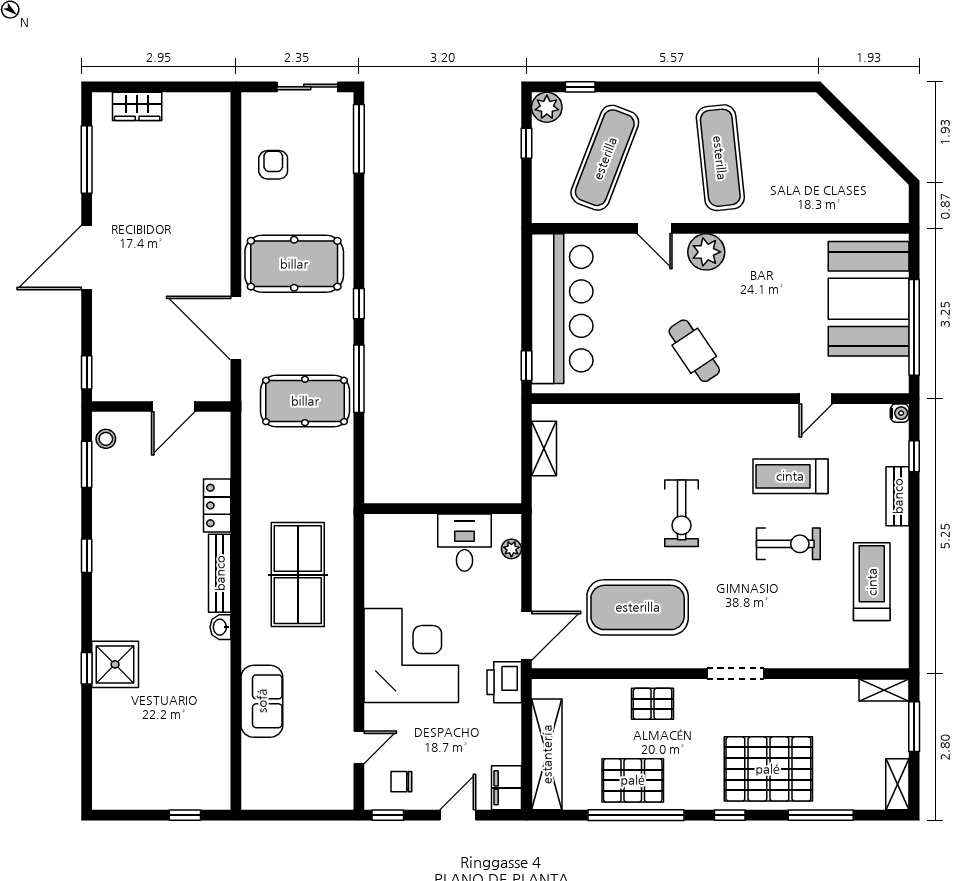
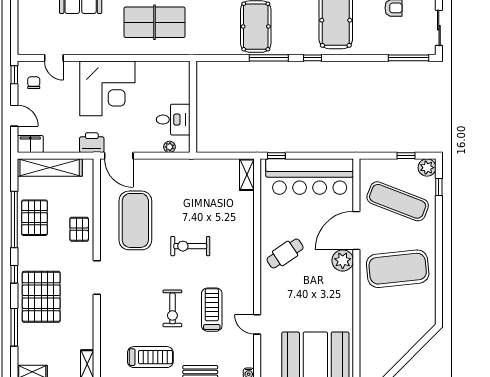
exercise mat: (720, 158) -> (398, 269), width x1.47
door: (655, 228) -> (356, 230), width x1.87
shelving: (544, 448) -> (247, 175), moved, turned 90

